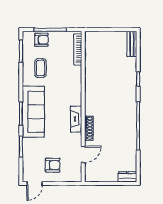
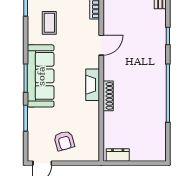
door: (83, 154) -> (101, 45), moved
armchair: (53, 165) -> (64, 141), turned 74
dresser: (127, 177) -> (118, 155), moved

